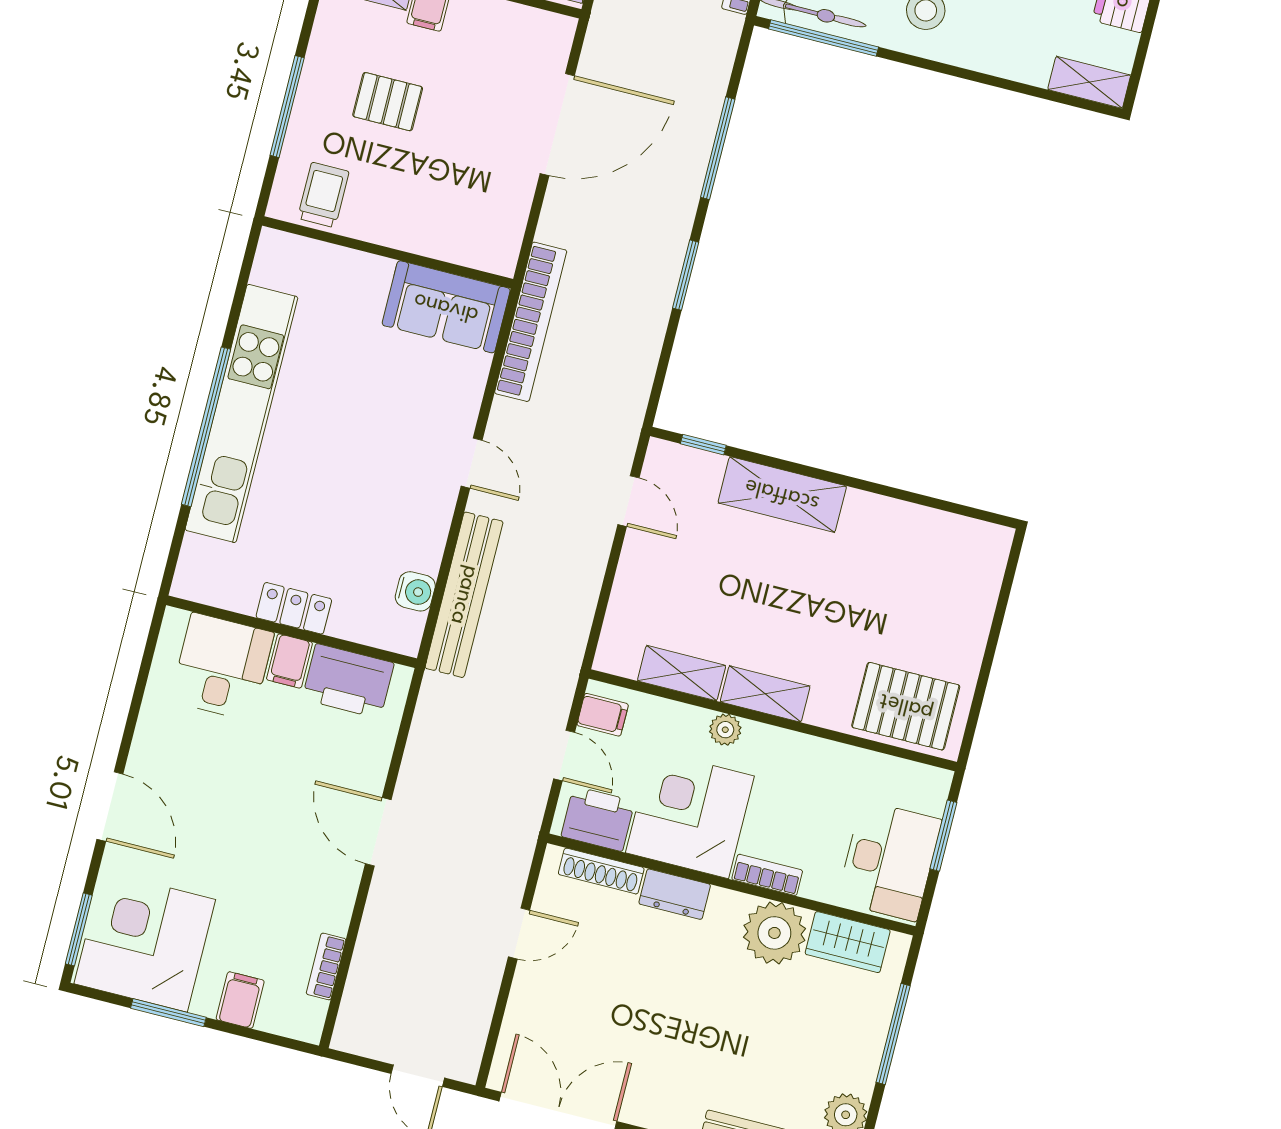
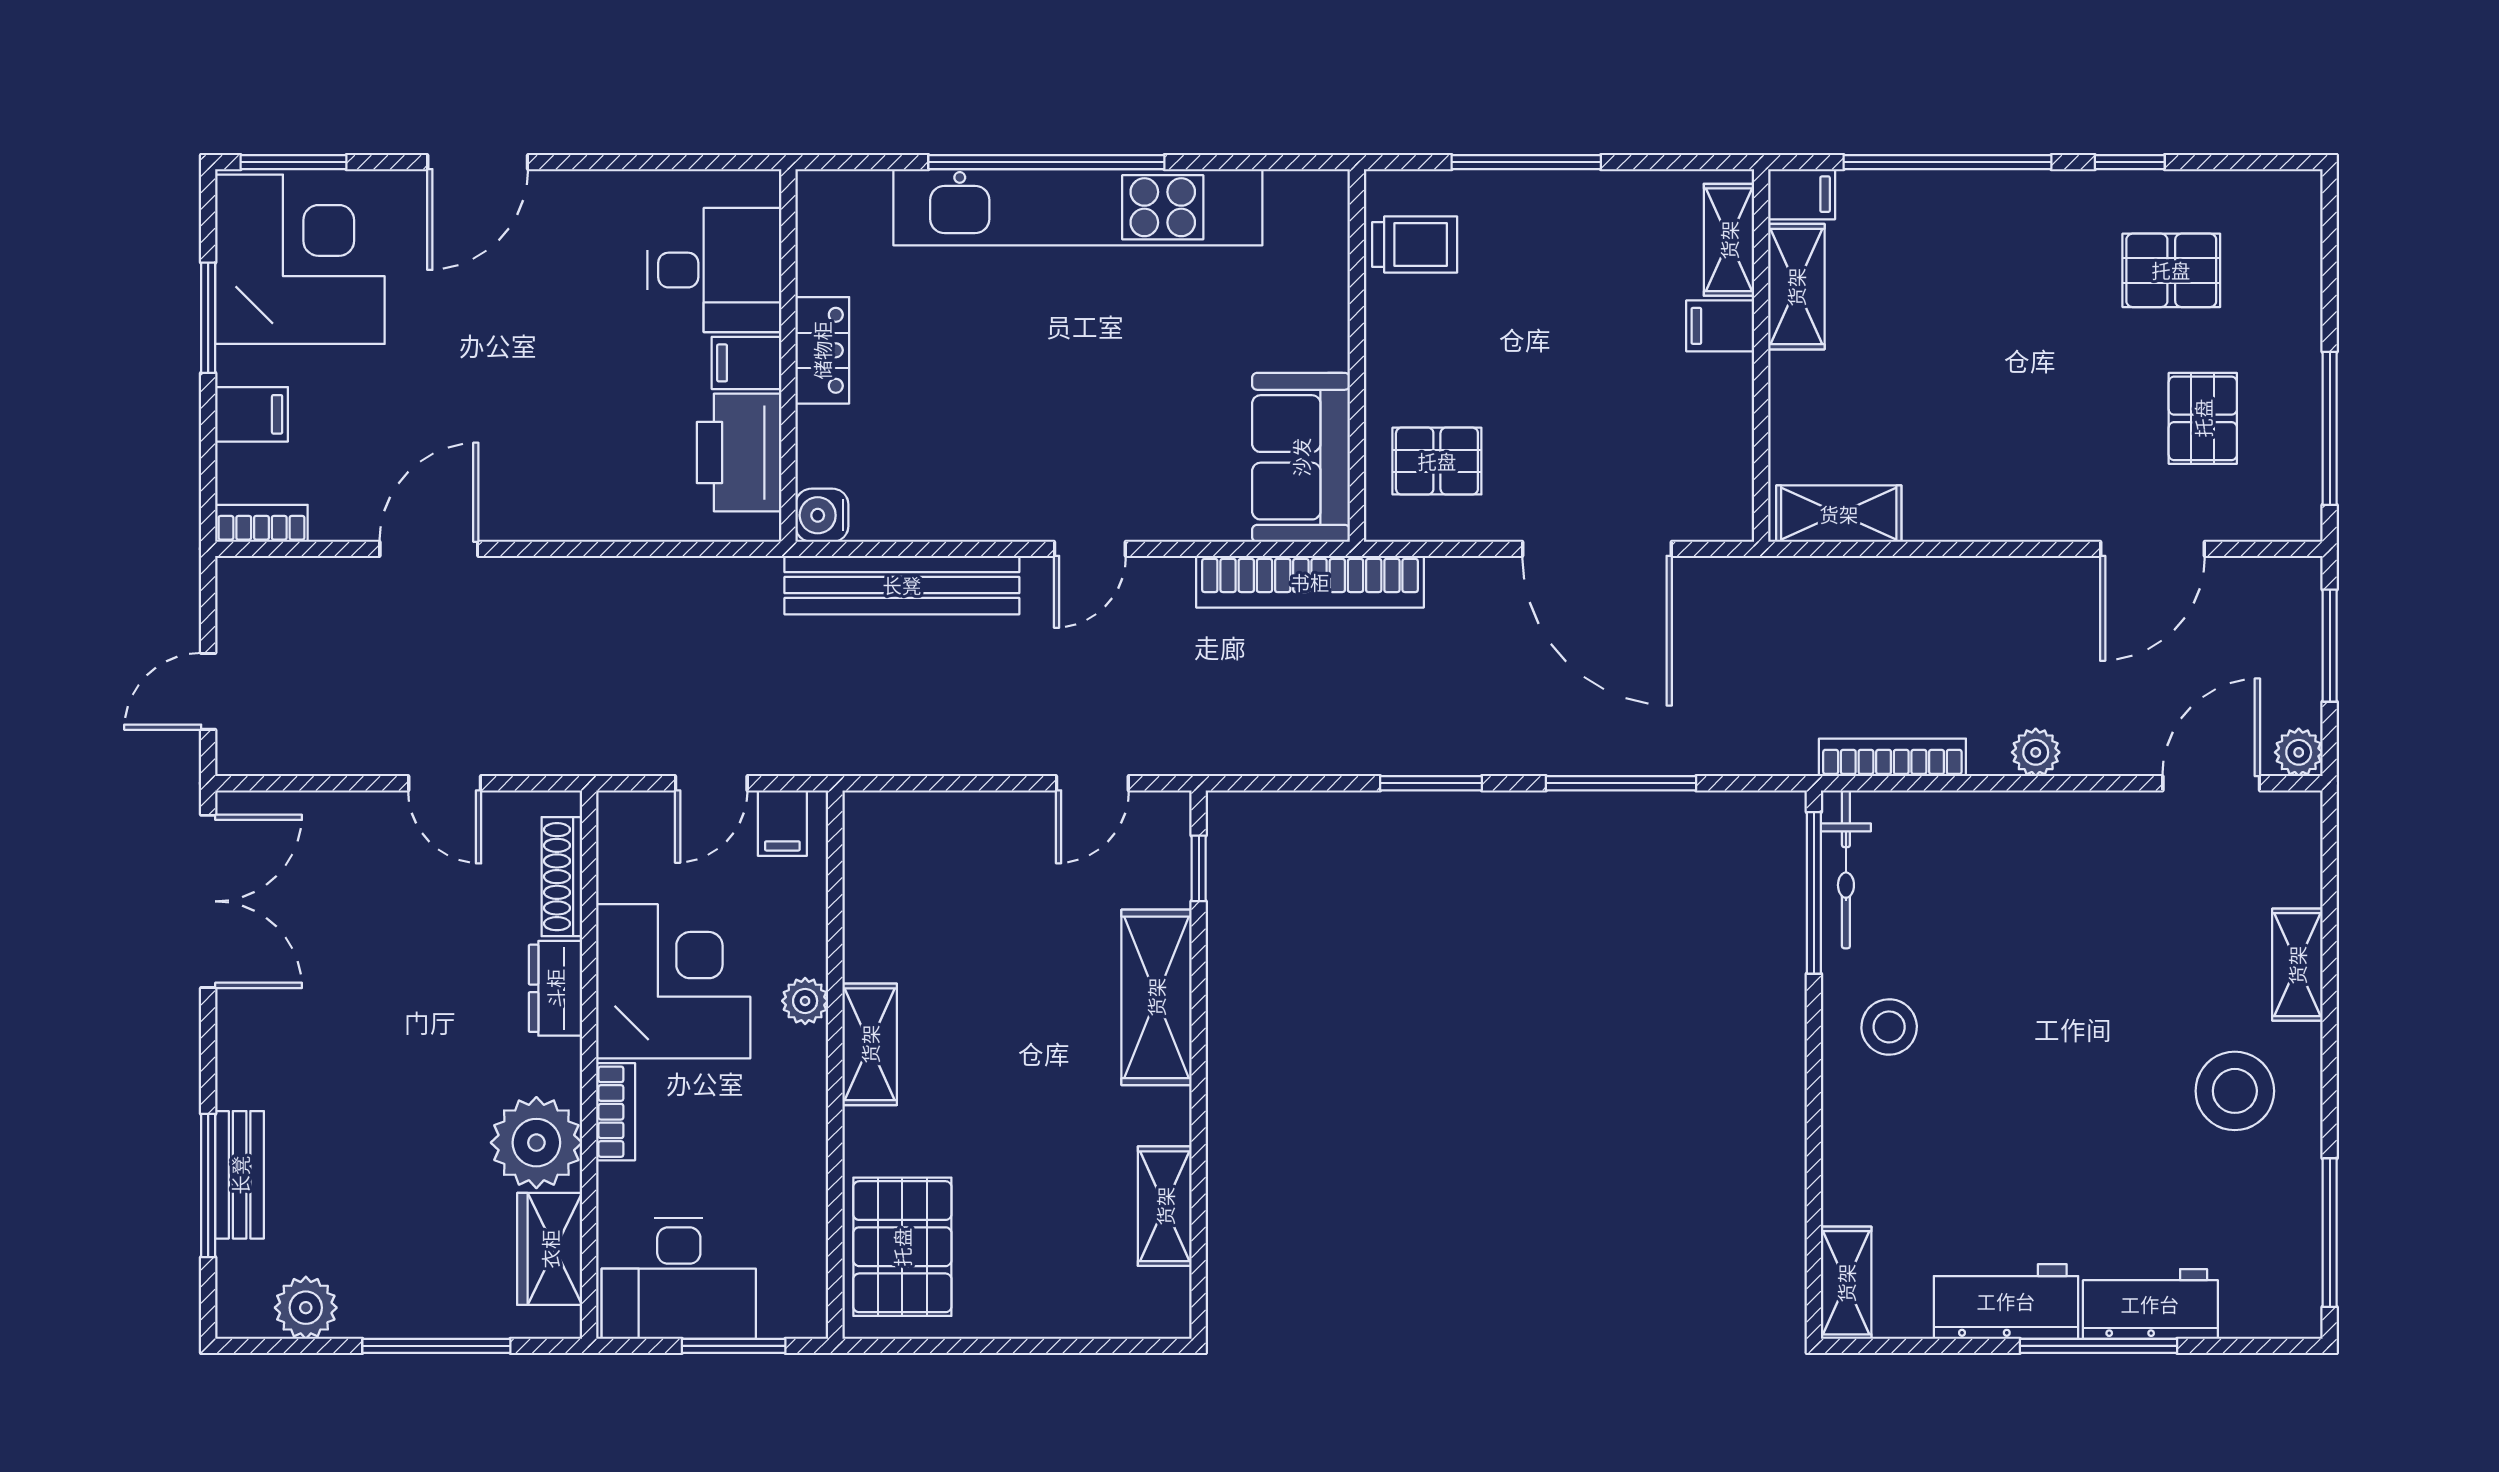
pallet: (388, 102) -> (1437, 461), moved, turned 90
water cooler: (415, 591) -> (822, 515), moved, turned 90
shelving: (682, 673) -> (1165, 1206), moved
printer: (598, 819) -> (634, 853), removed
door: (378, 832) -> (429, 549), moved
bookcase: (326, 966) -> (261, 523), moved

